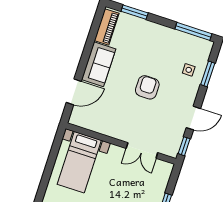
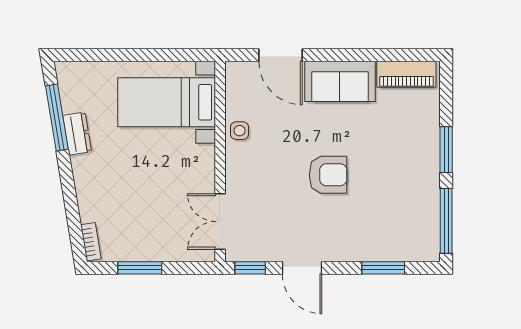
window: (135, 12) -> (446, 150), moved
side table: (189, 70) -> (240, 131), moved
double door: (142, 150) -> (220, 222), moved

